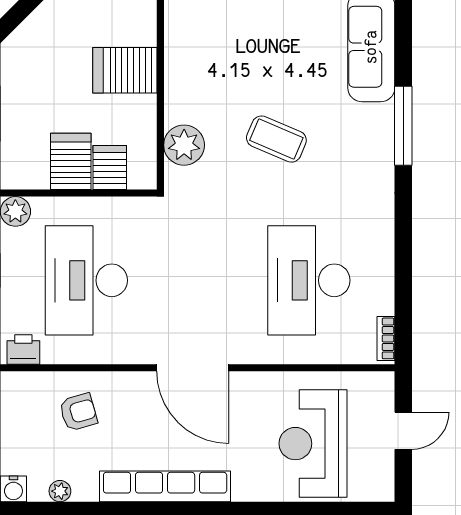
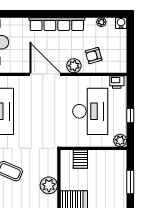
plant: (184, 145) -> (49, 185), moved
server rack: (71, 161) -> (97, 162), removed
plant: (125, 388) -> (74, 66), added

